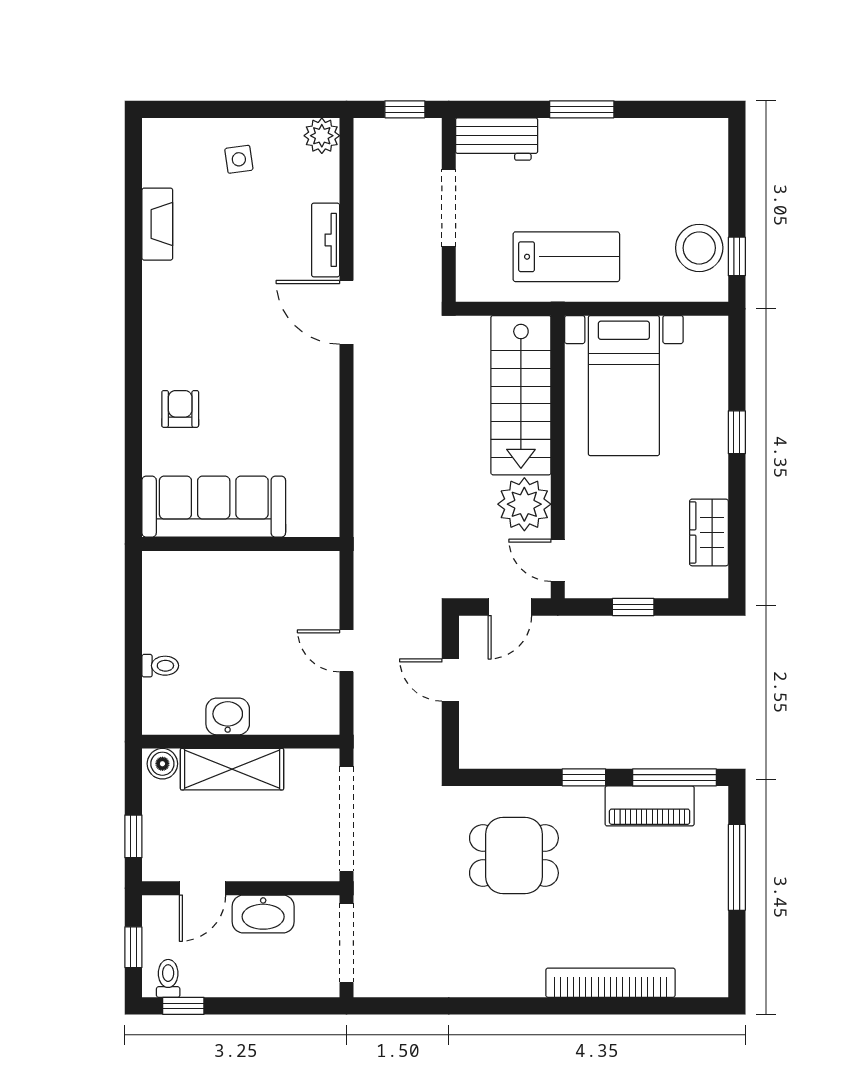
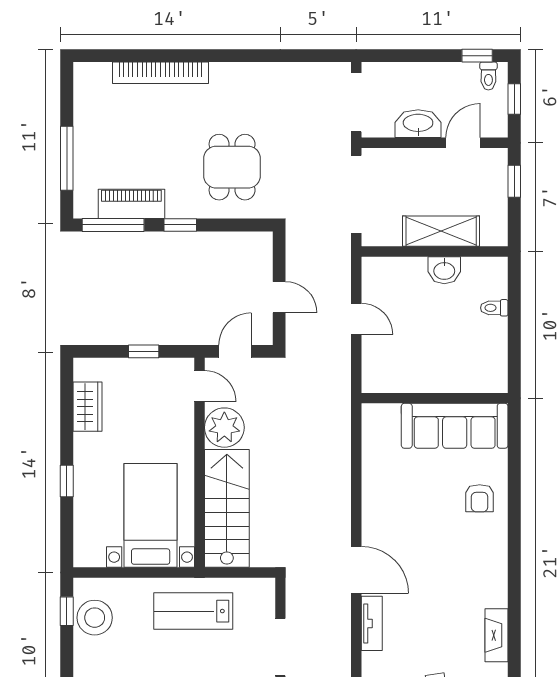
boiler: (162, 764) -> (493, 235), removed
dining table: (514, 855) -> (232, 167), turned 90

